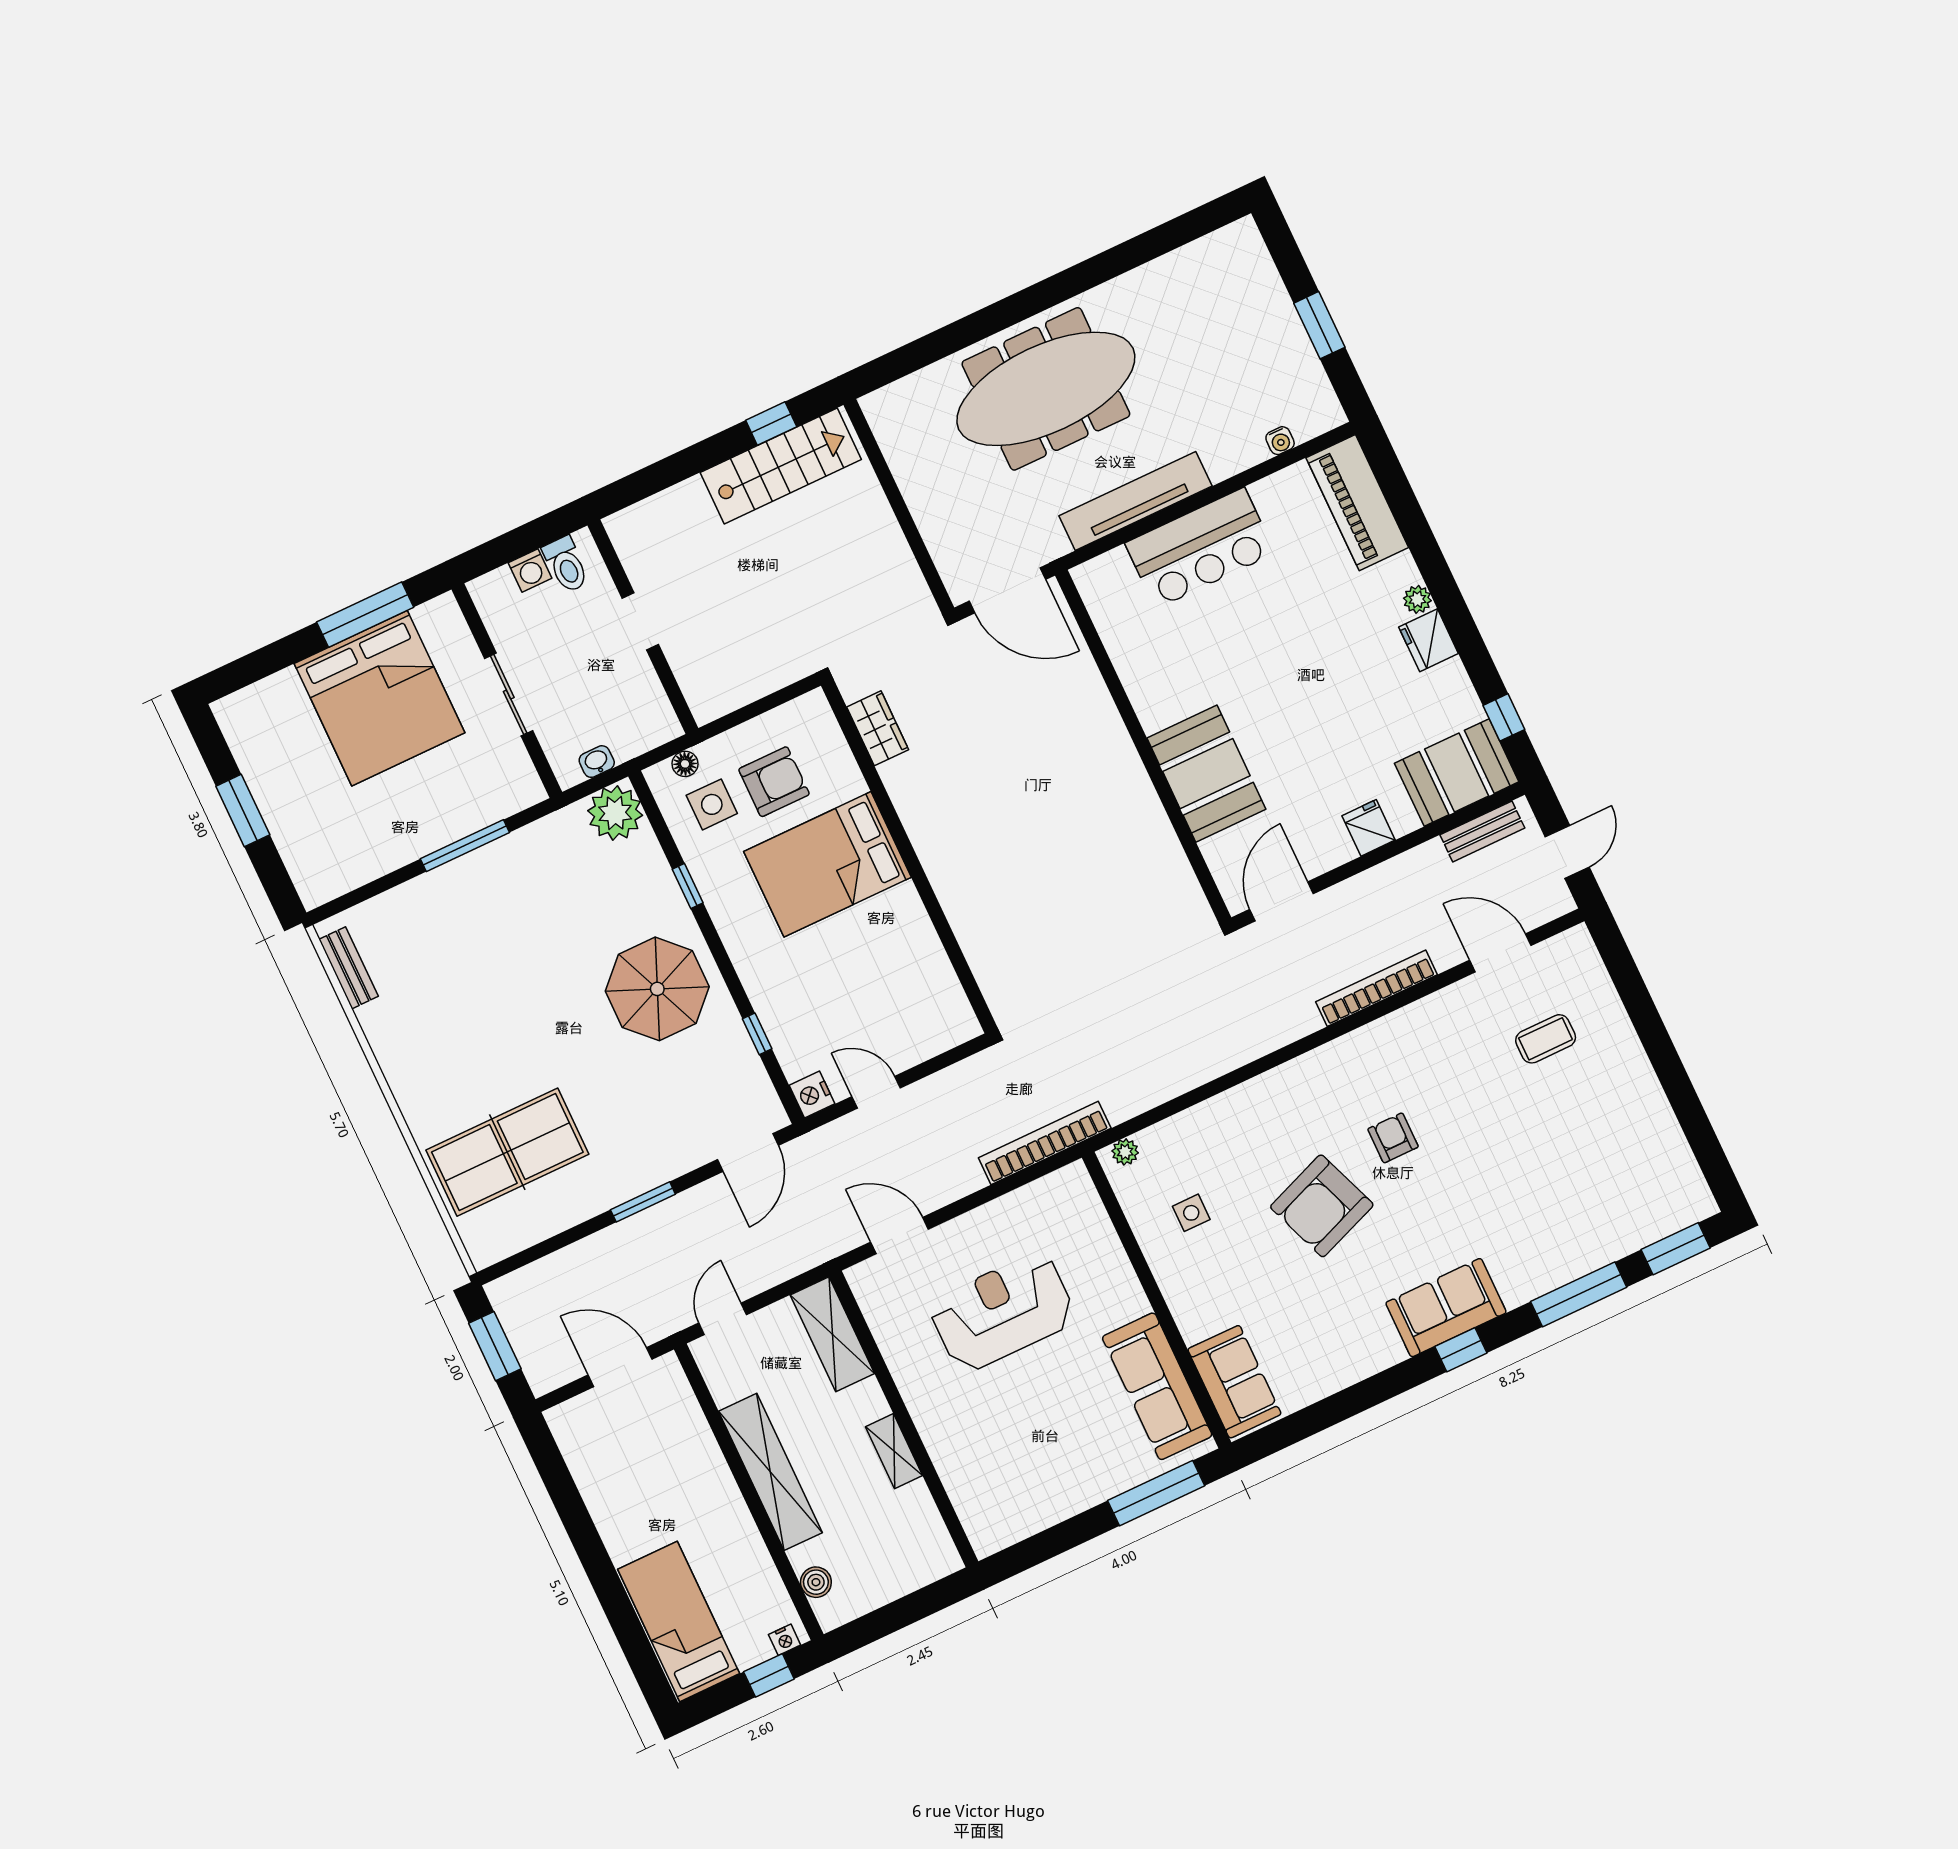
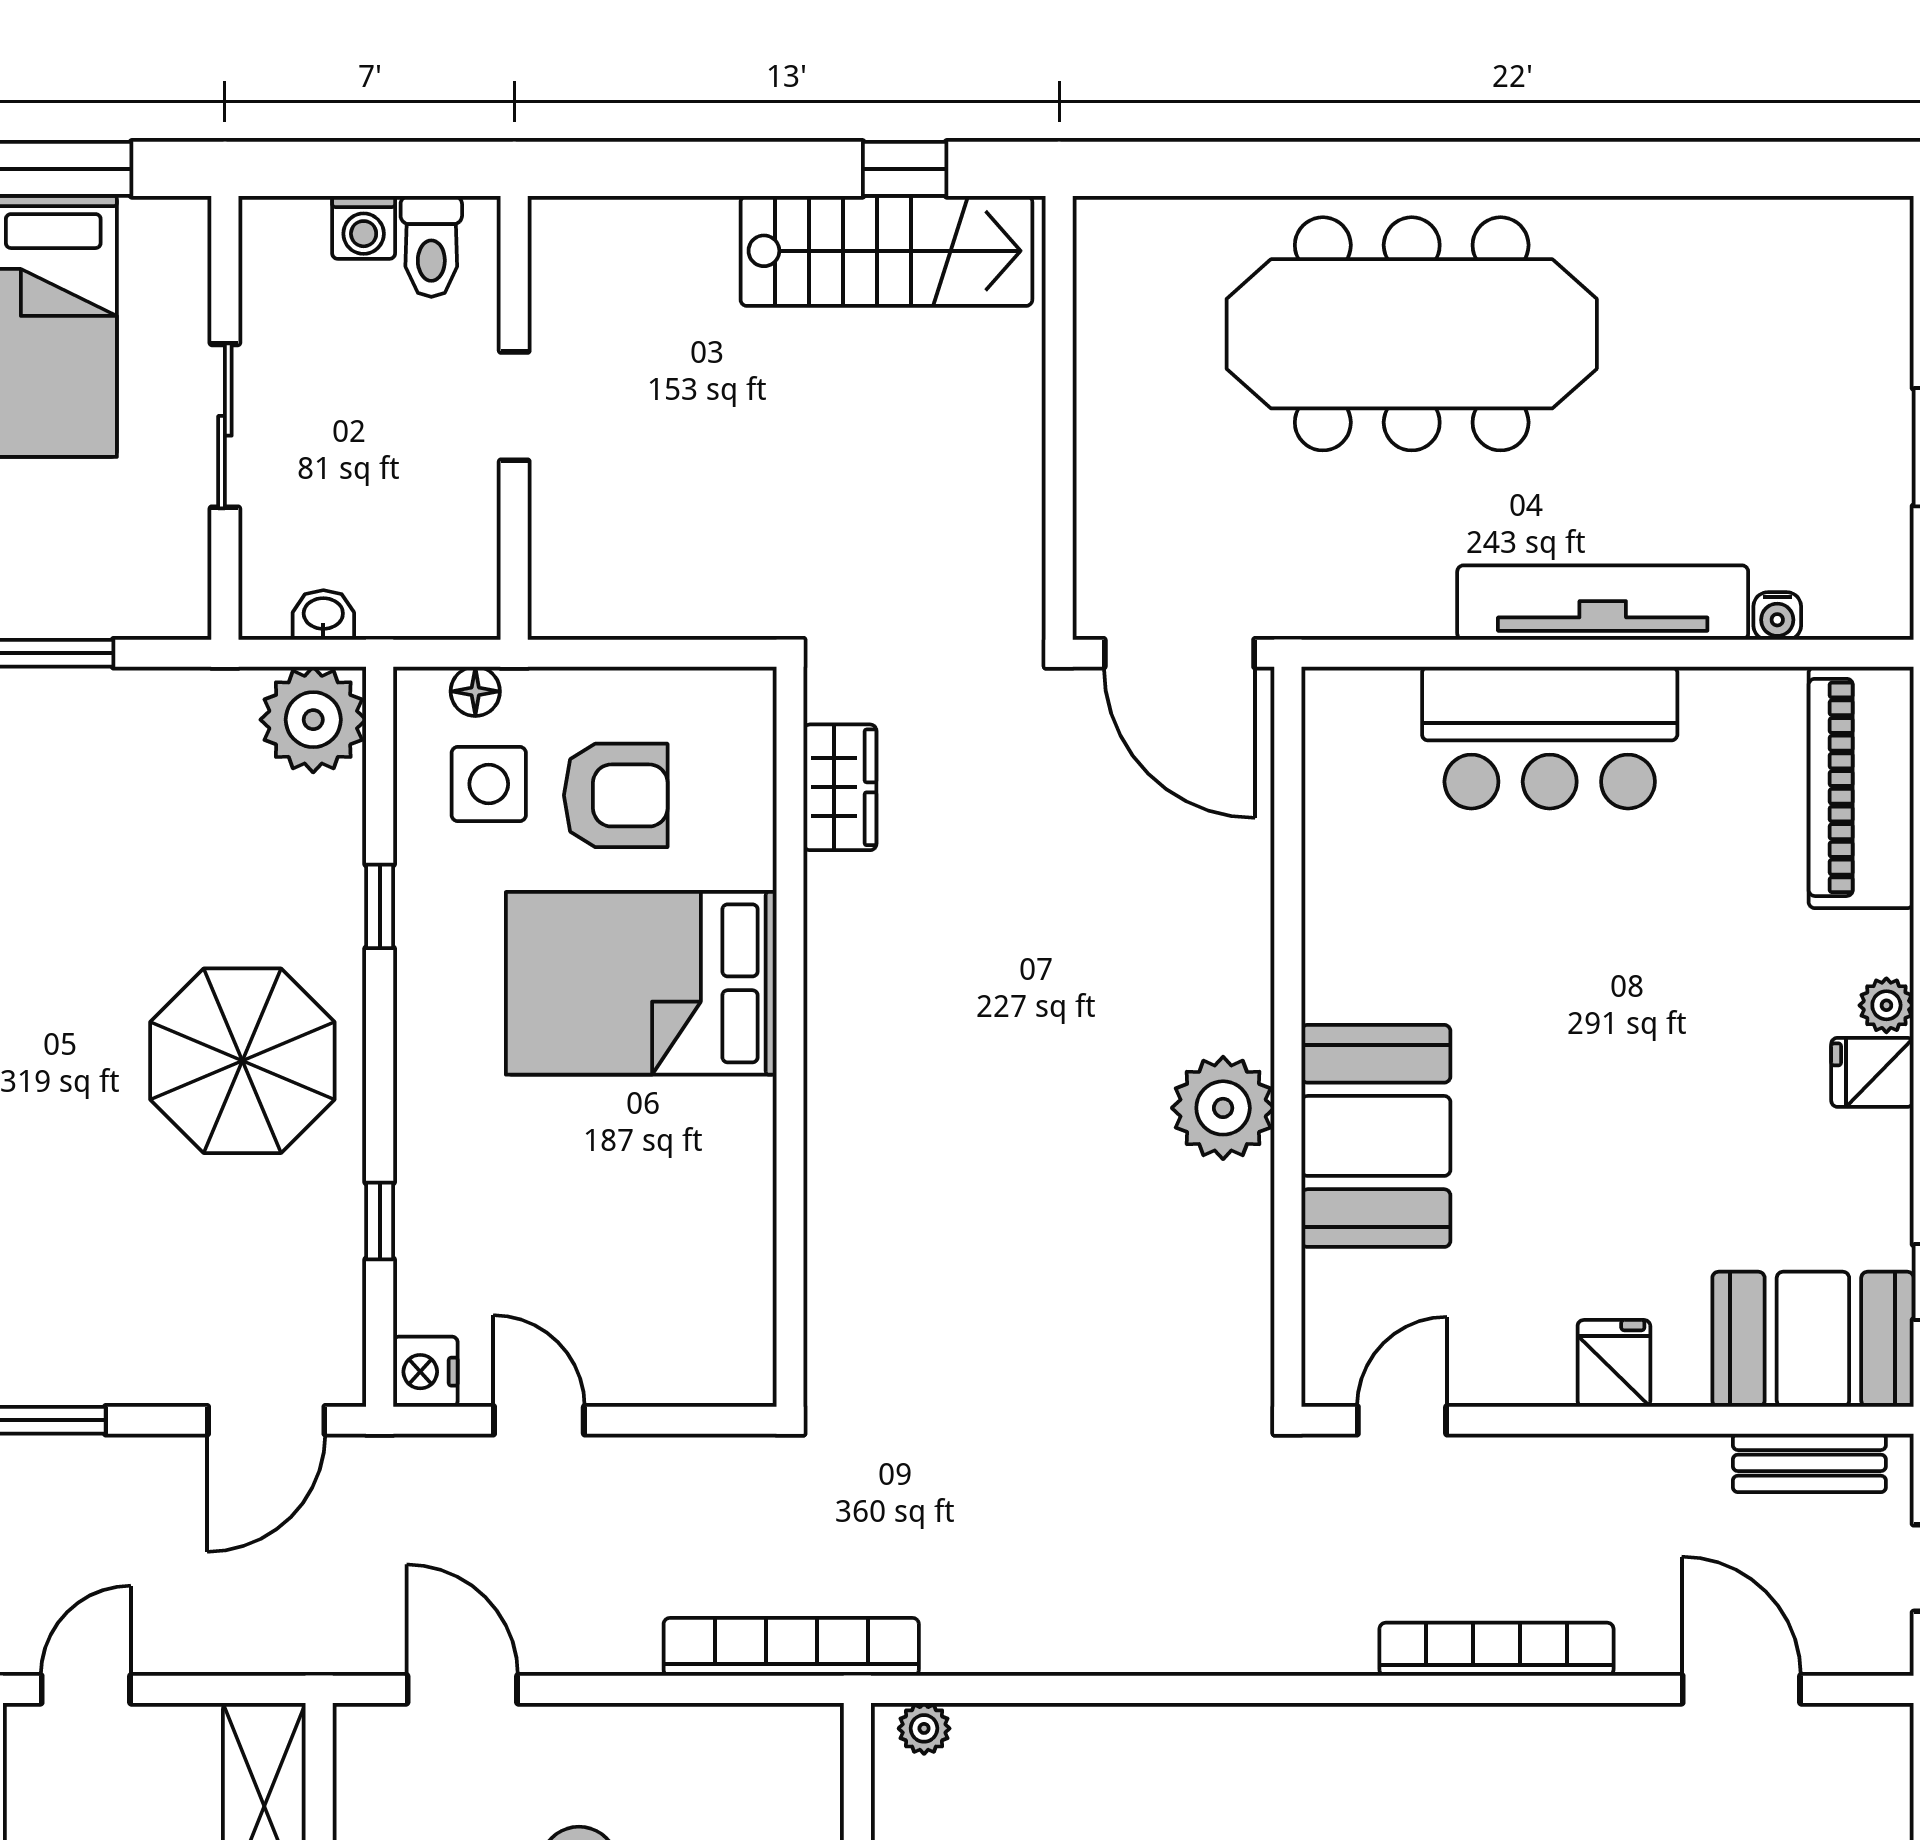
tv unit: (1136, 501) -> (1603, 603), moved
fridge: (1429, 640) -> (1872, 1072), width x0.72
plant: (1128, 794) -> (1223, 1108), added
door: (1281, 901) -> (1402, 1420), width x0.73

